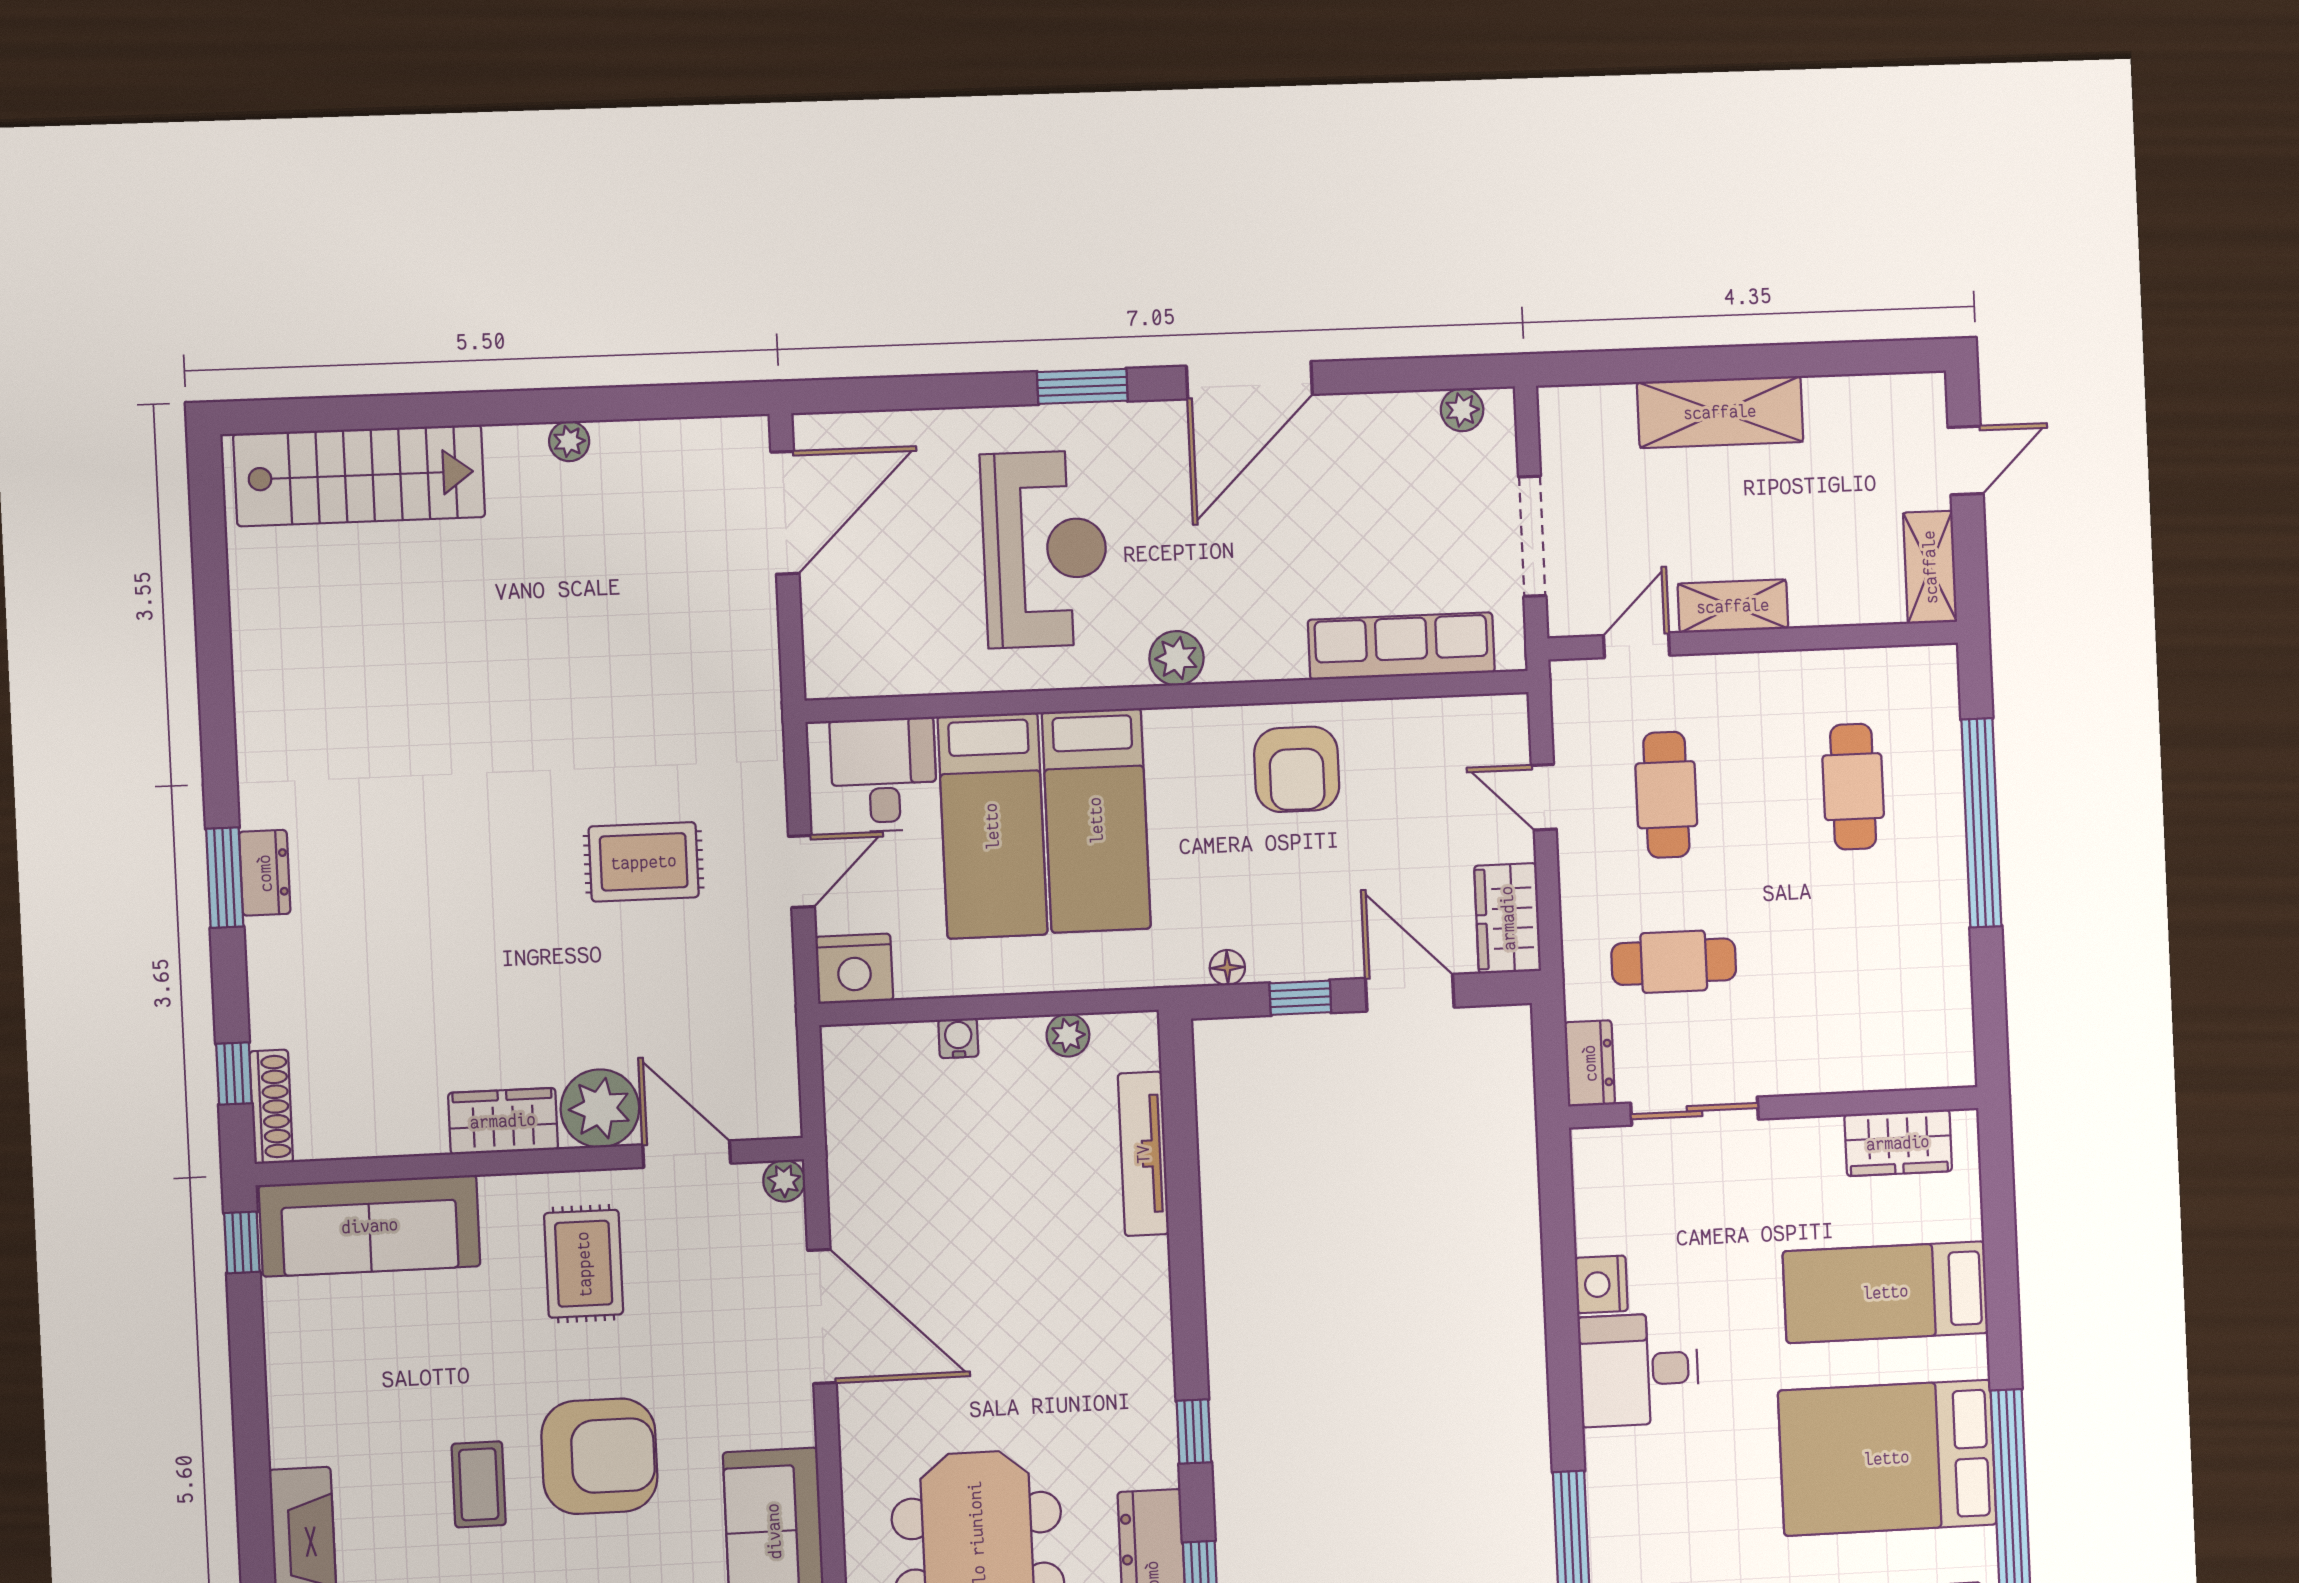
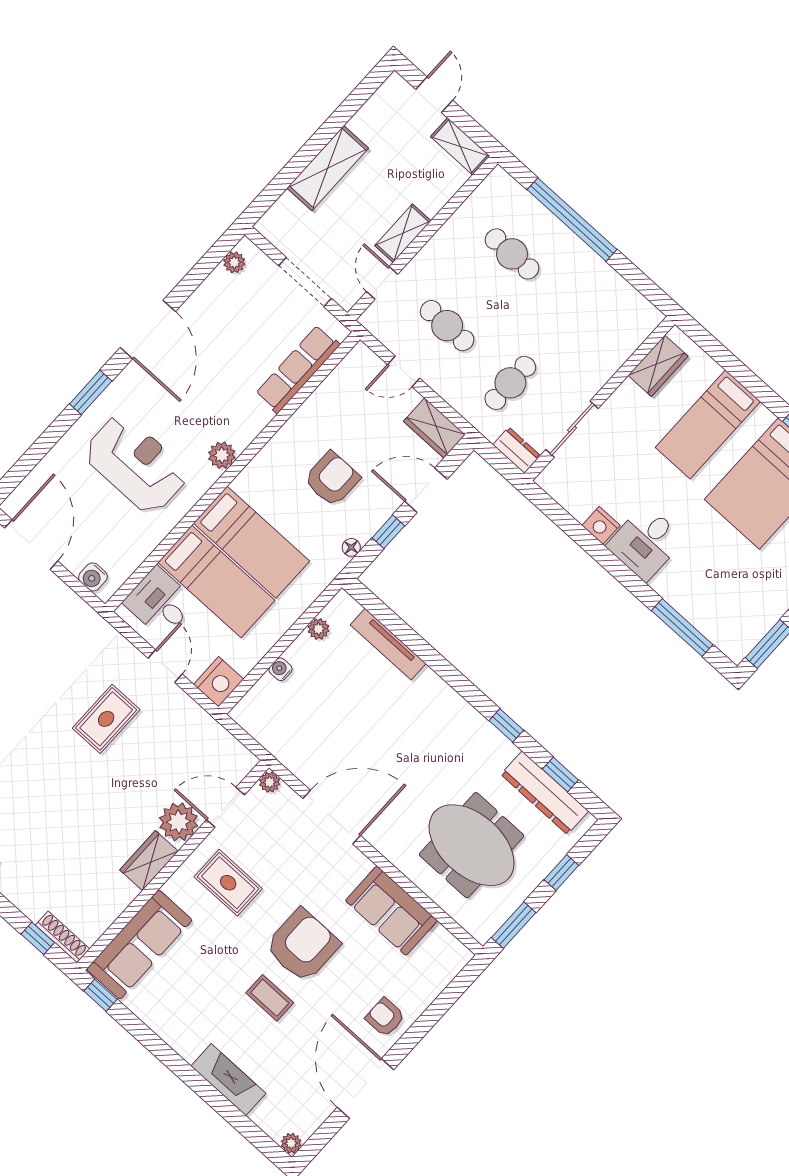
water cooler: (826, 645) -> (93, 577), added
armchair: (1297, 769) -> (332, 479), moved, turned -90

